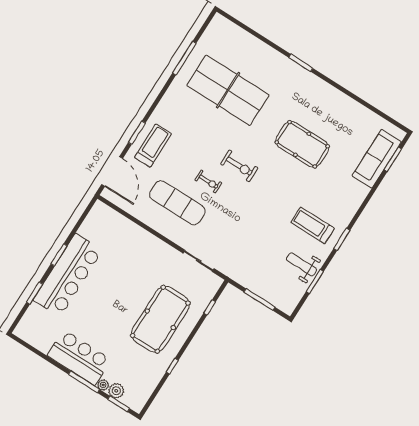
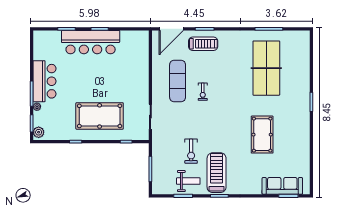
exercise bike: (239, 166) -> (191, 151), moved
treadmill: (313, 225) -> (217, 173), width x1.37, depth x1.37
weight bench: (301, 264) -> (188, 181), turned 90
plant: (116, 391) -> (39, 132), moved

